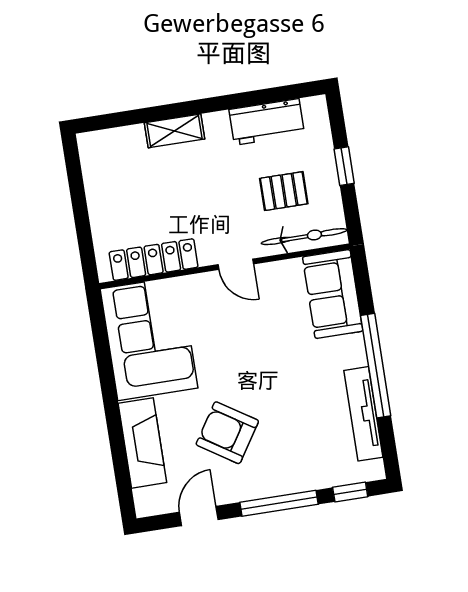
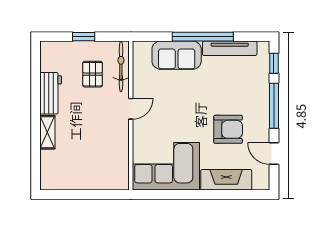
workbench: (267, 122) -> (51, 93), moved
locker: (154, 260) -> (120, 156), removed
sofa: (333, 294) -> (177, 55), moved
armchair: (227, 433) -> (228, 129), turned -123

